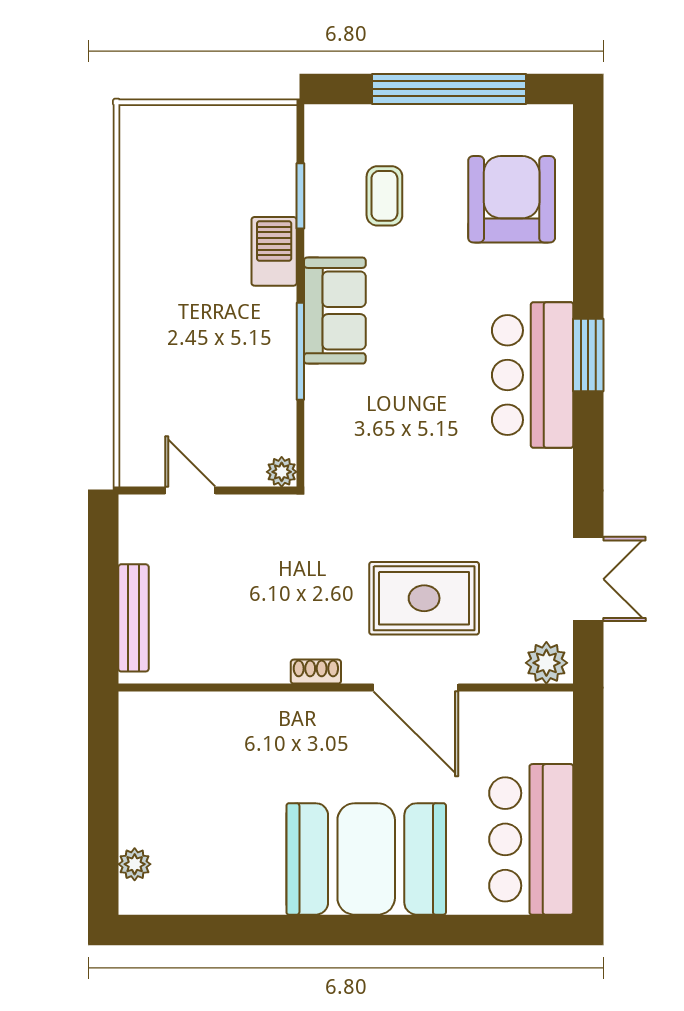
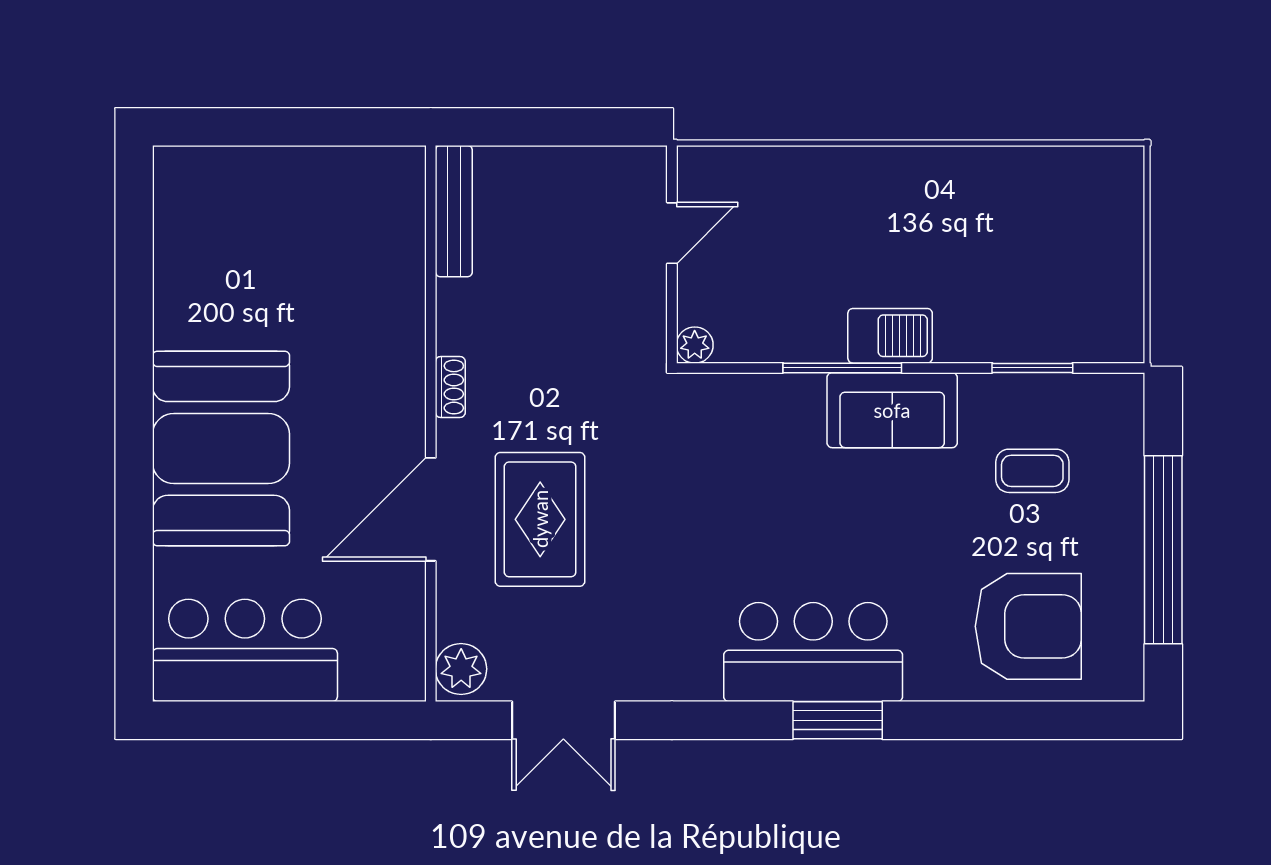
barbecue: (274, 251) -> (890, 336), moved
bench: (134, 618) -> (454, 211), moved, turned 90
plant: (135, 864) -> (215, 165), removed

